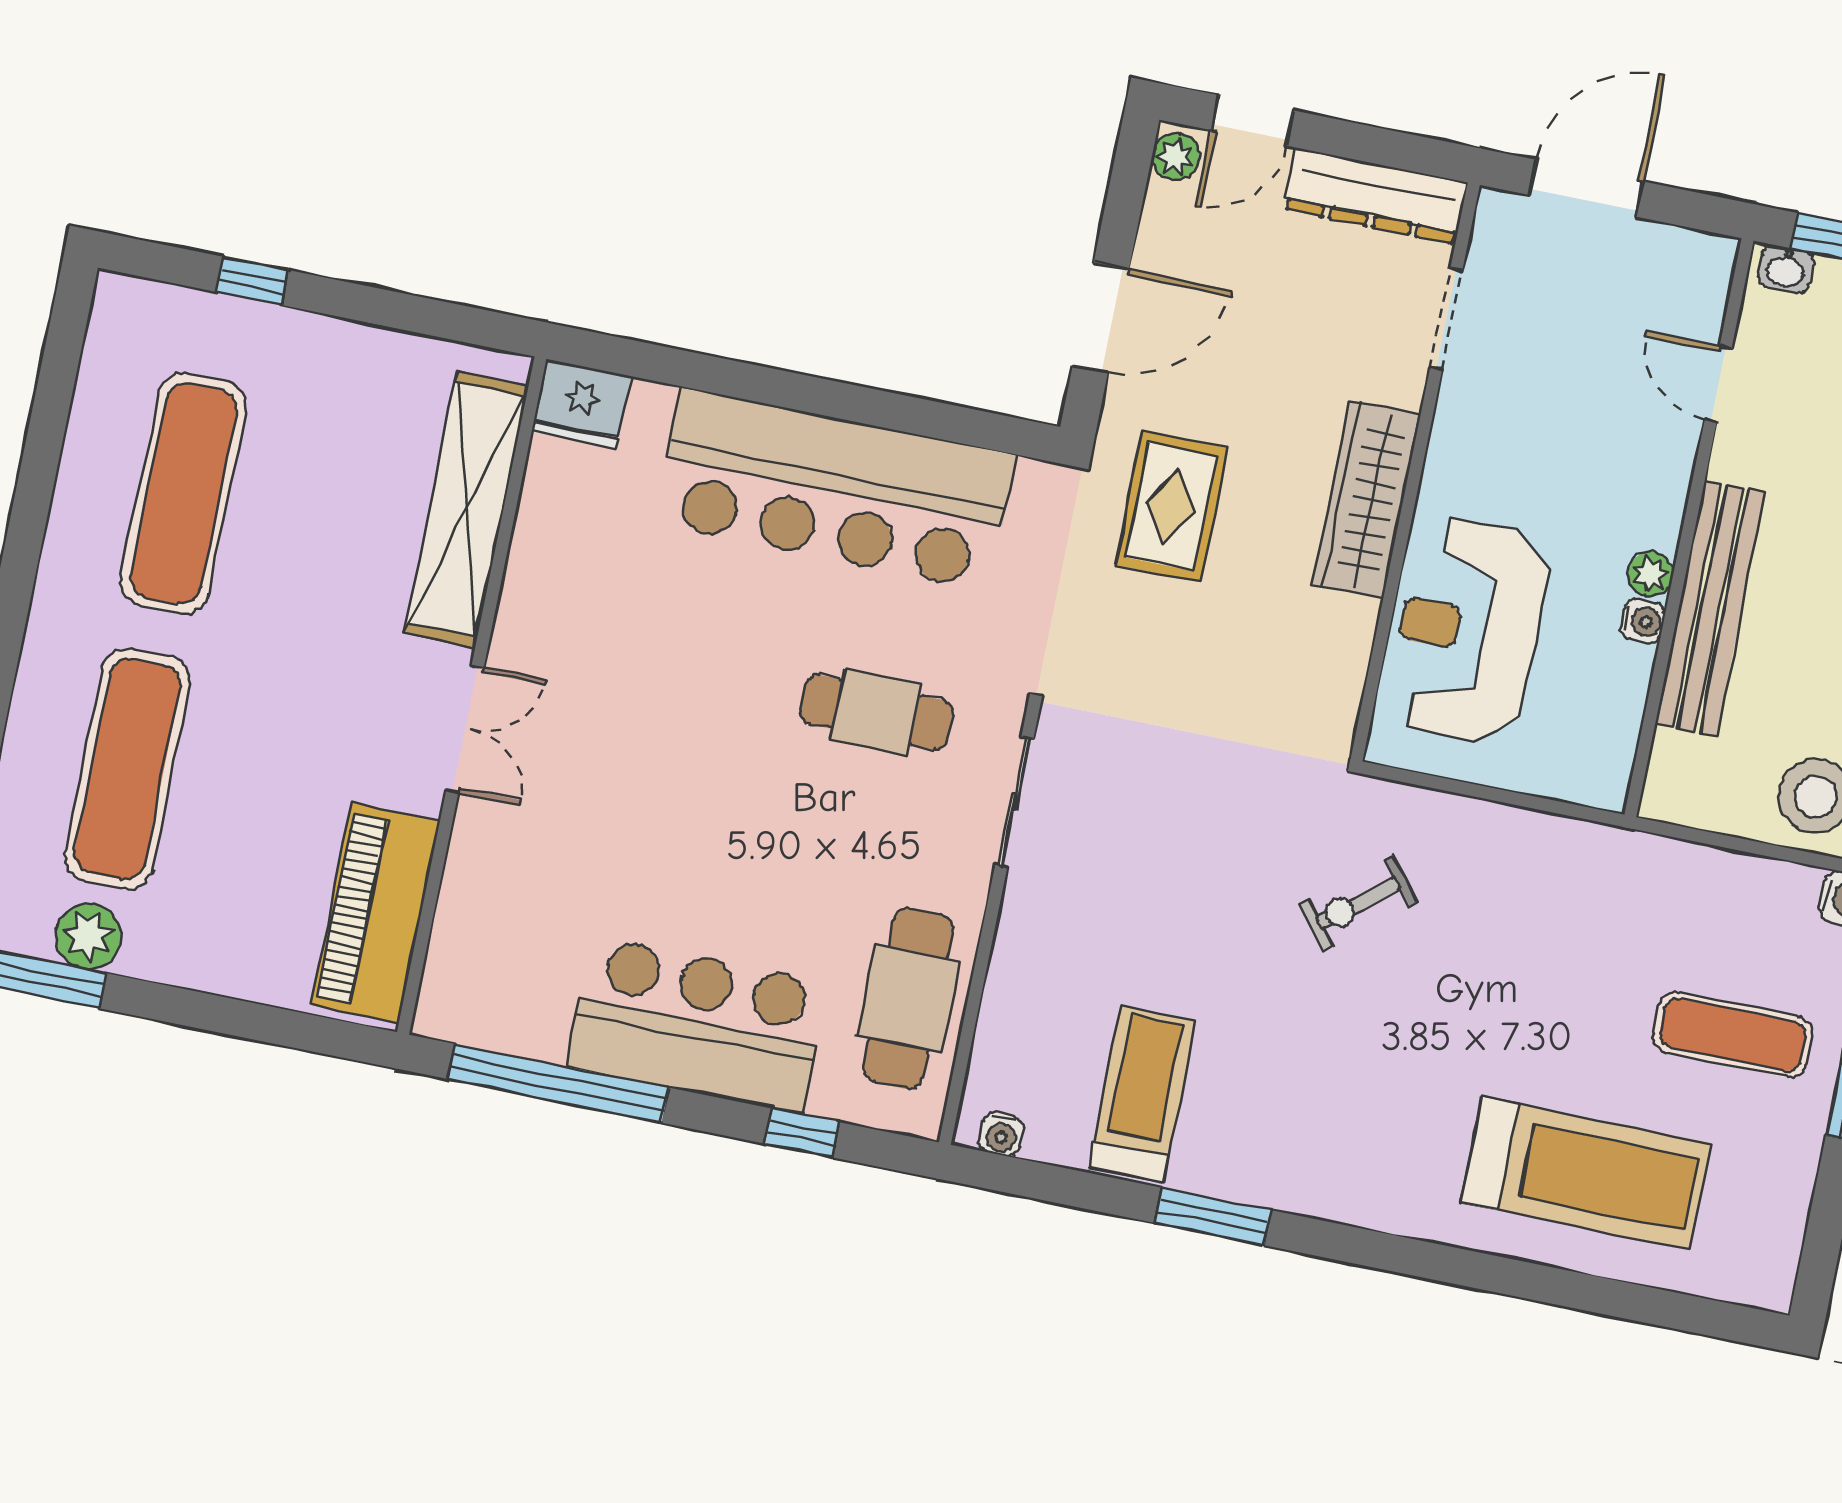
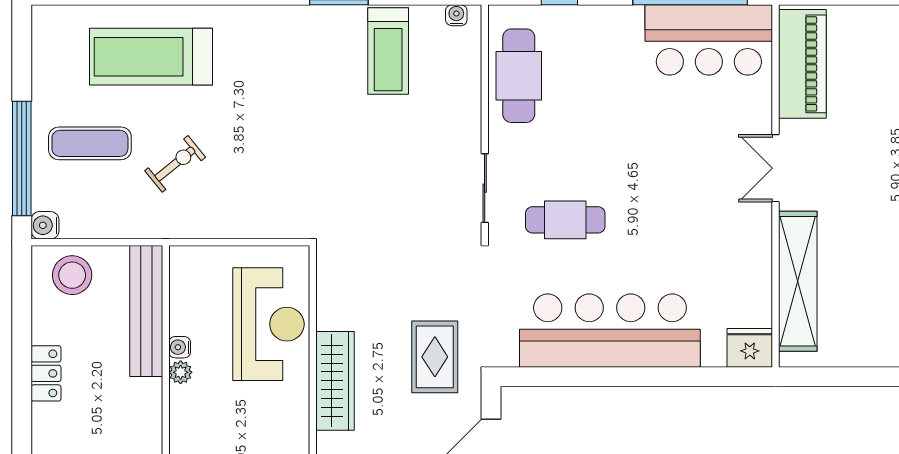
bench: (1710, 608) -> (146, 311), moved
exercise bike: (1358, 903) -> (175, 164), moved
bar counter: (698, 1025) -> (709, 40), moved

